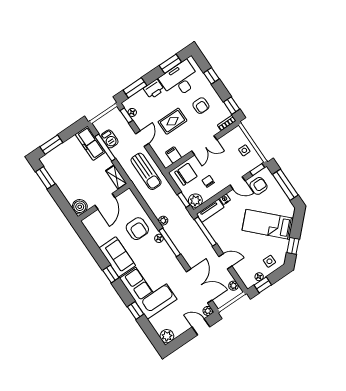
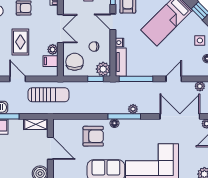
plant: (184, 150) -> (53, 49), added
door: (238, 183) -> (113, 22), swing flipped
plant: (163, 221) -> (133, 109), moved

